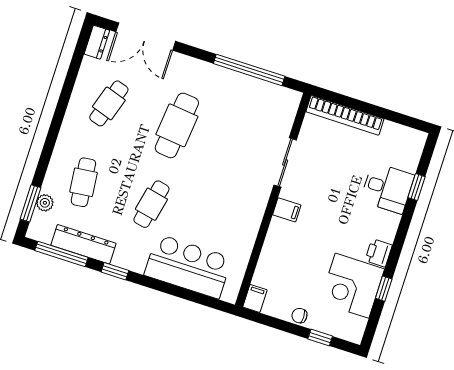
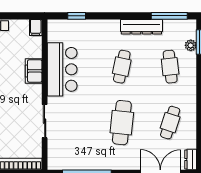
filing cabinet: (287, 210) -> (34, 71), moved, width x2.00
dresser: (83, 244) -> (141, 27), moved
bar counter: (188, 266) -> (62, 69), moved, turned -90
window: (115, 271) -> (77, 16), moved

